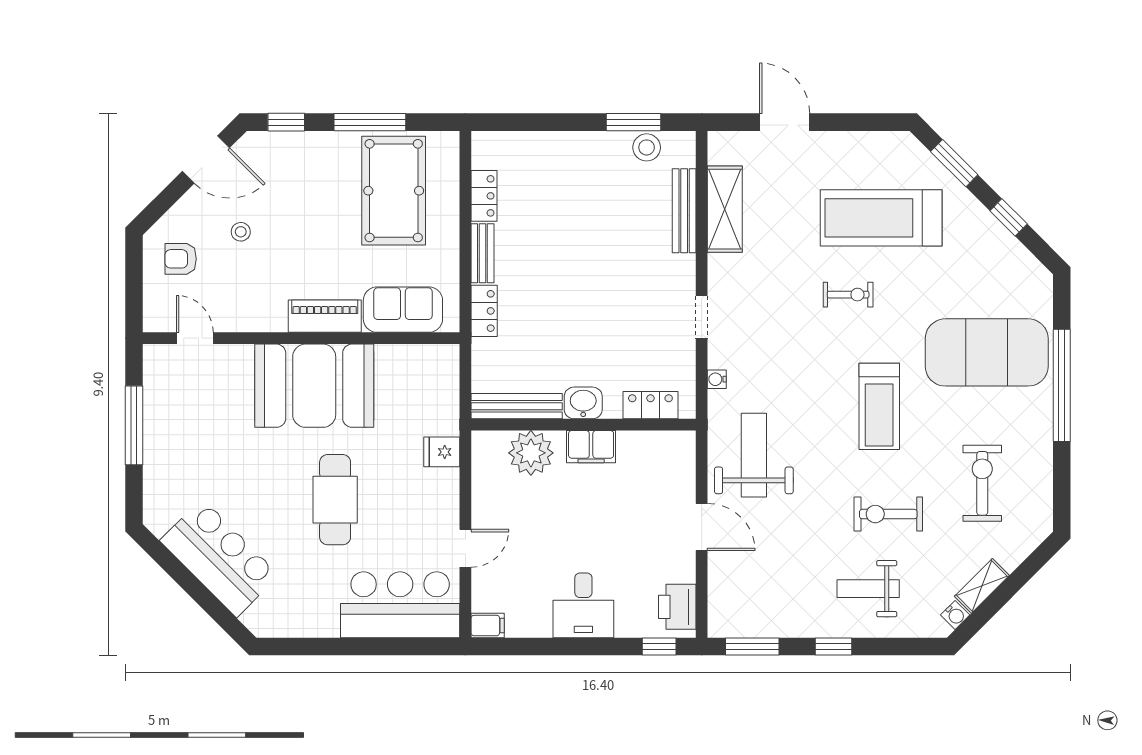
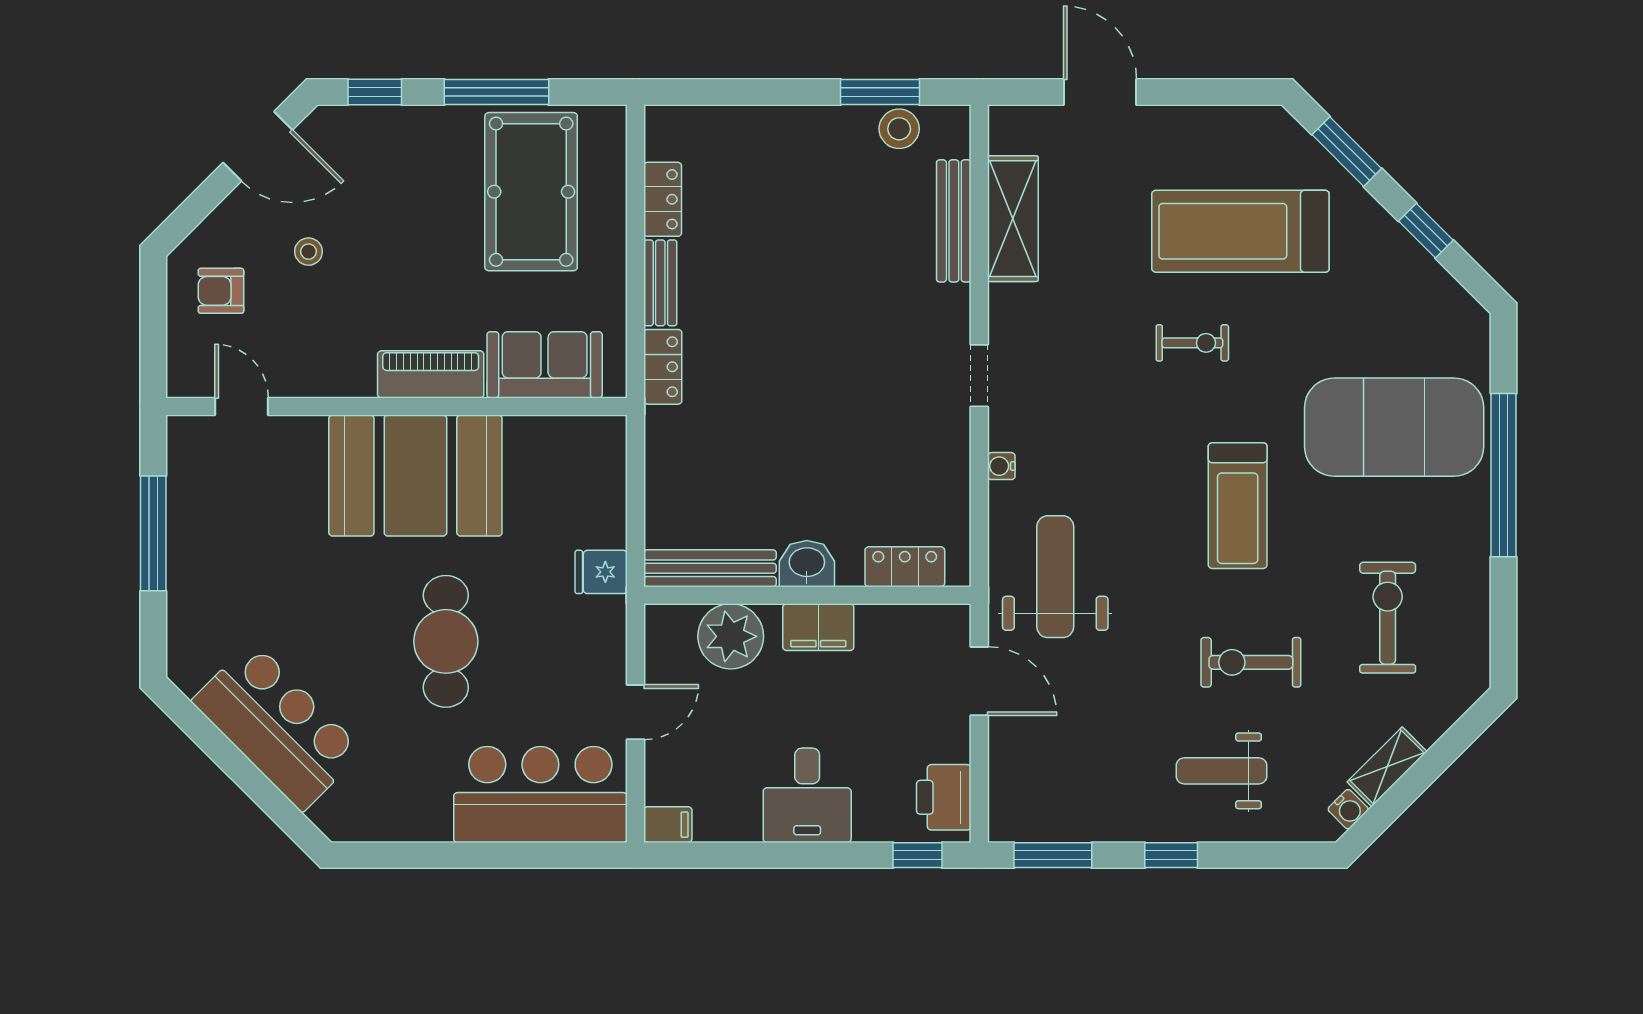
washbasin: (583, 403) -> (807, 564), moved
locker: (650, 405) -> (905, 567), moved
bench: (517, 406) -> (710, 568), moved
wall: (584, 425) -> (807, 595), moved
filing cabinet: (591, 447) -> (818, 627), moved
plant: (531, 453) -> (731, 636), moved

